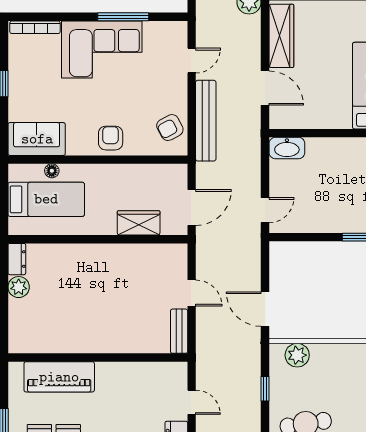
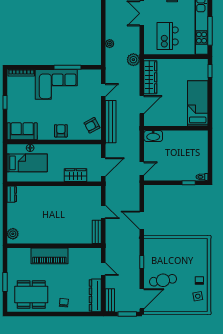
door: (265, 88) -> (142, 105), hinge flipped
plant: (19, 287) -> (13, 234), moved
plant: (297, 355) -> (159, 244), removed
piano: (59, 377) -> (49, 256), moved

